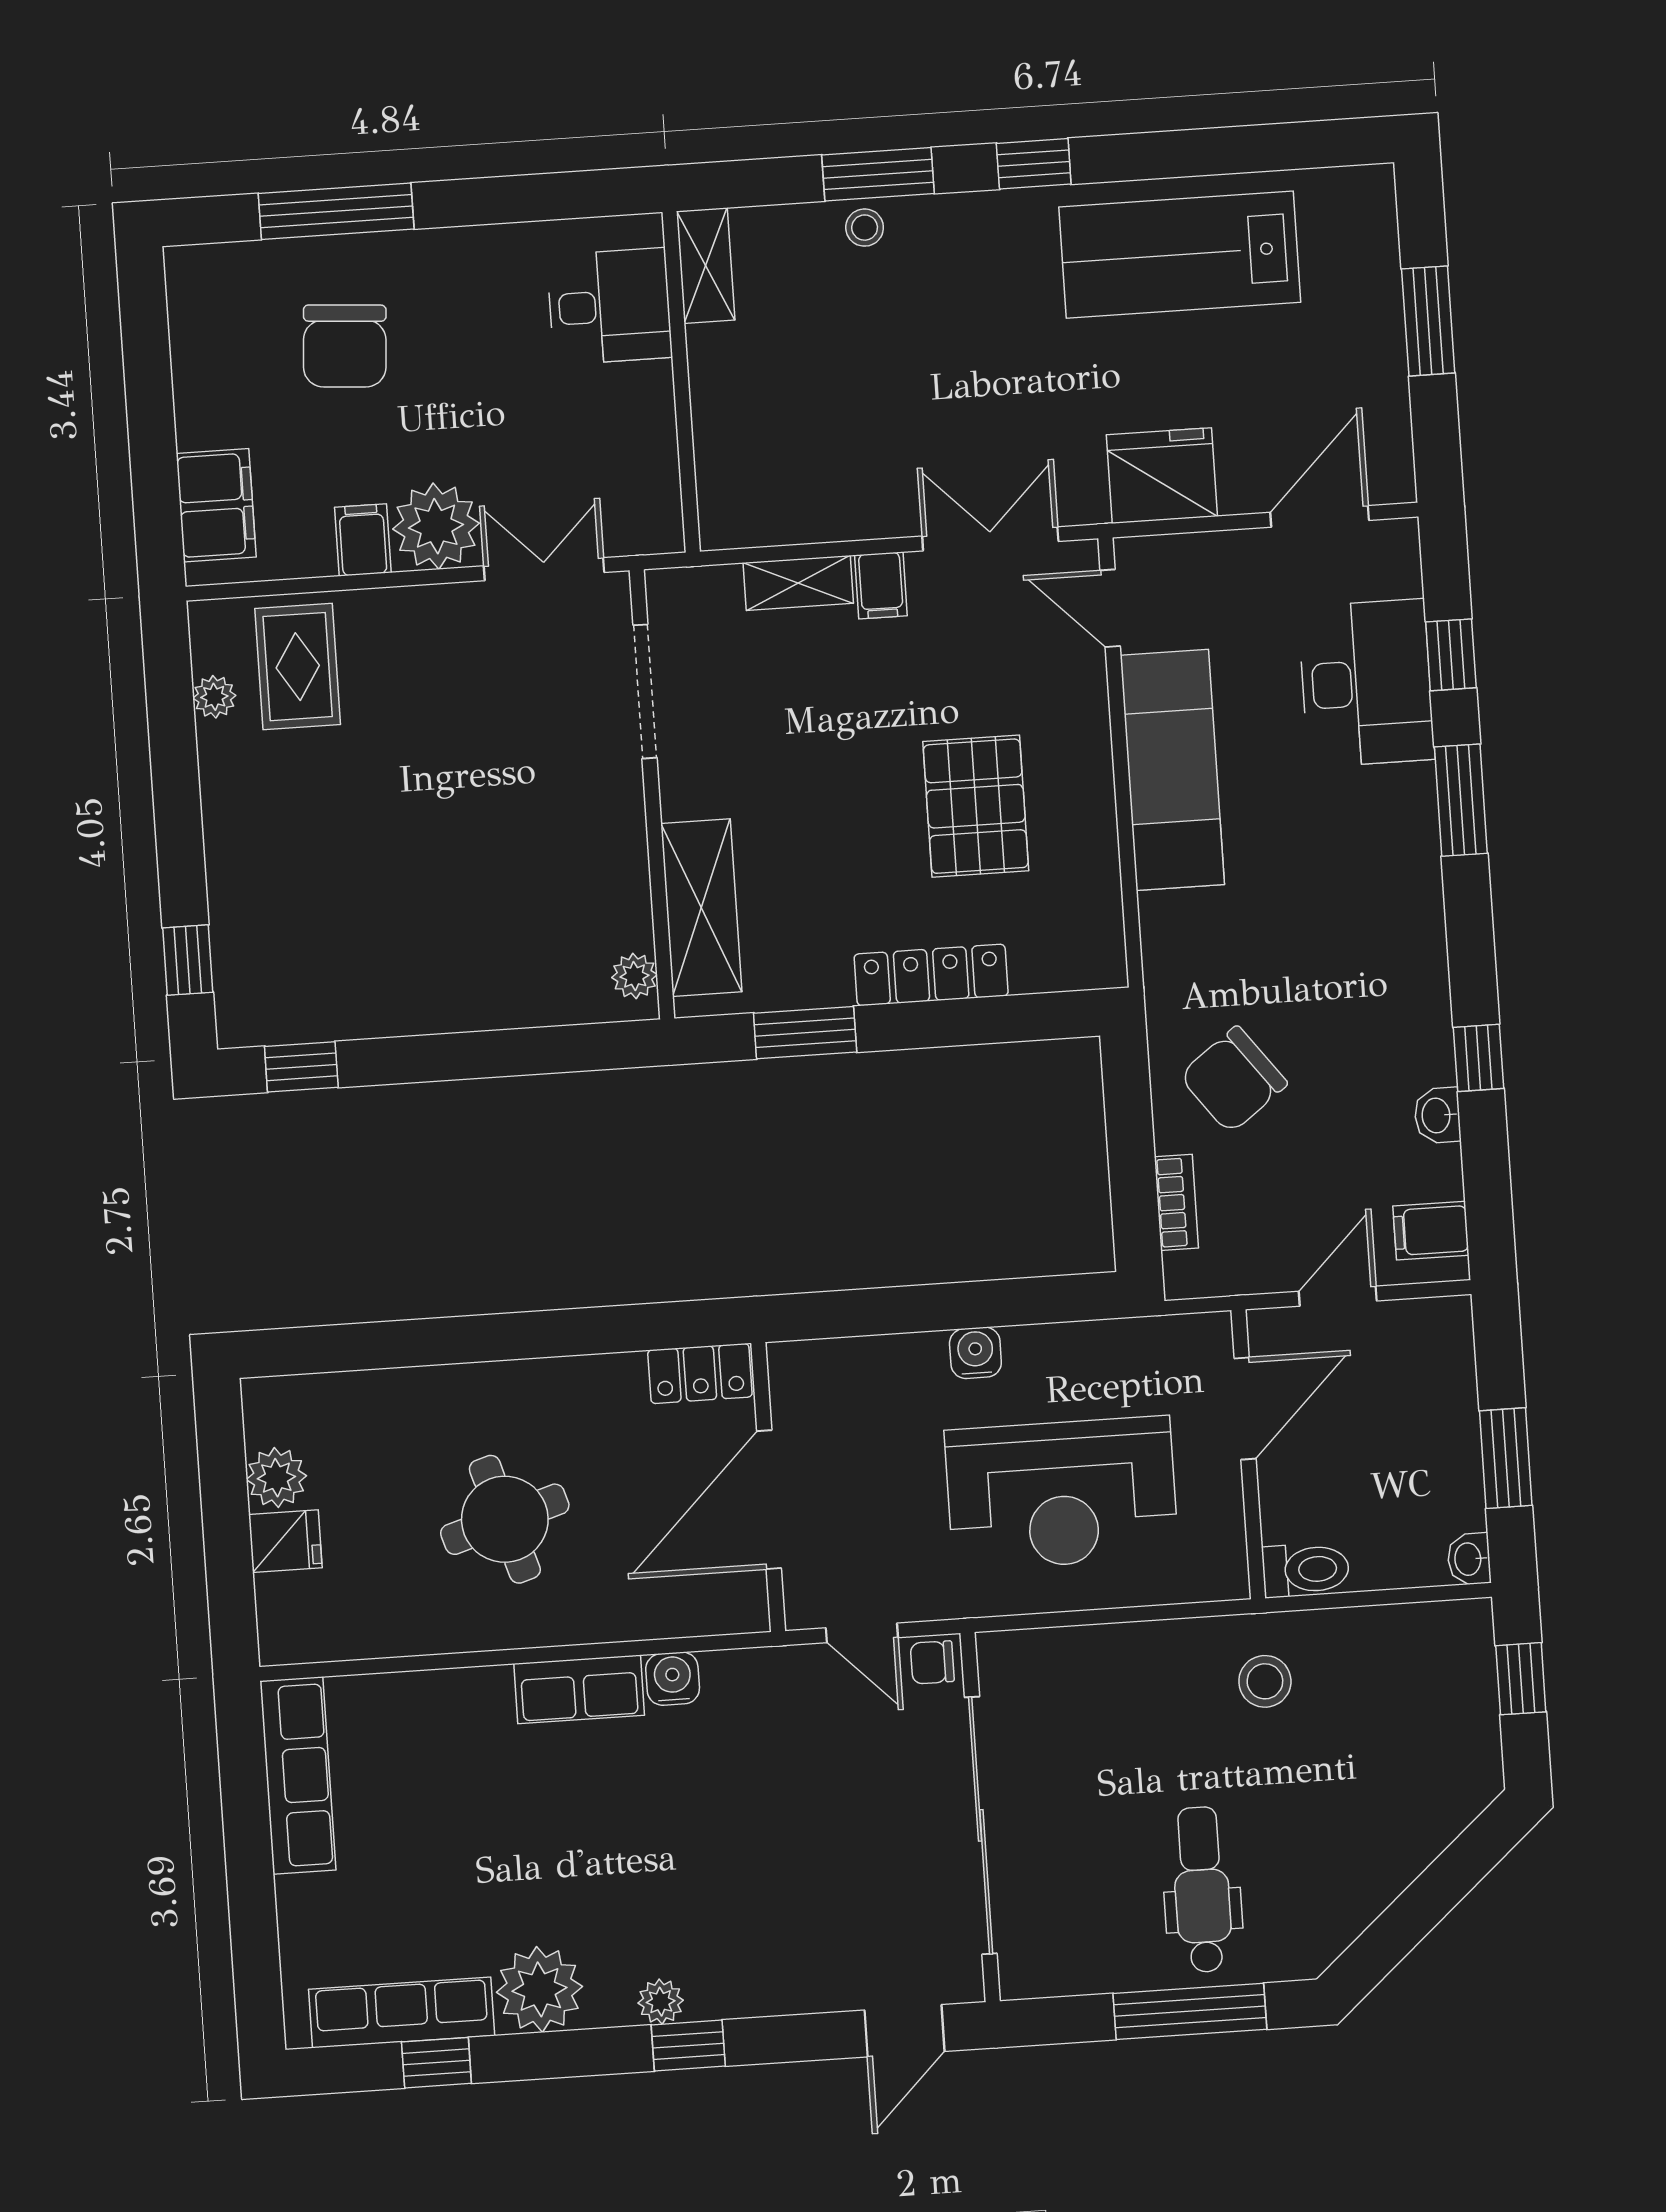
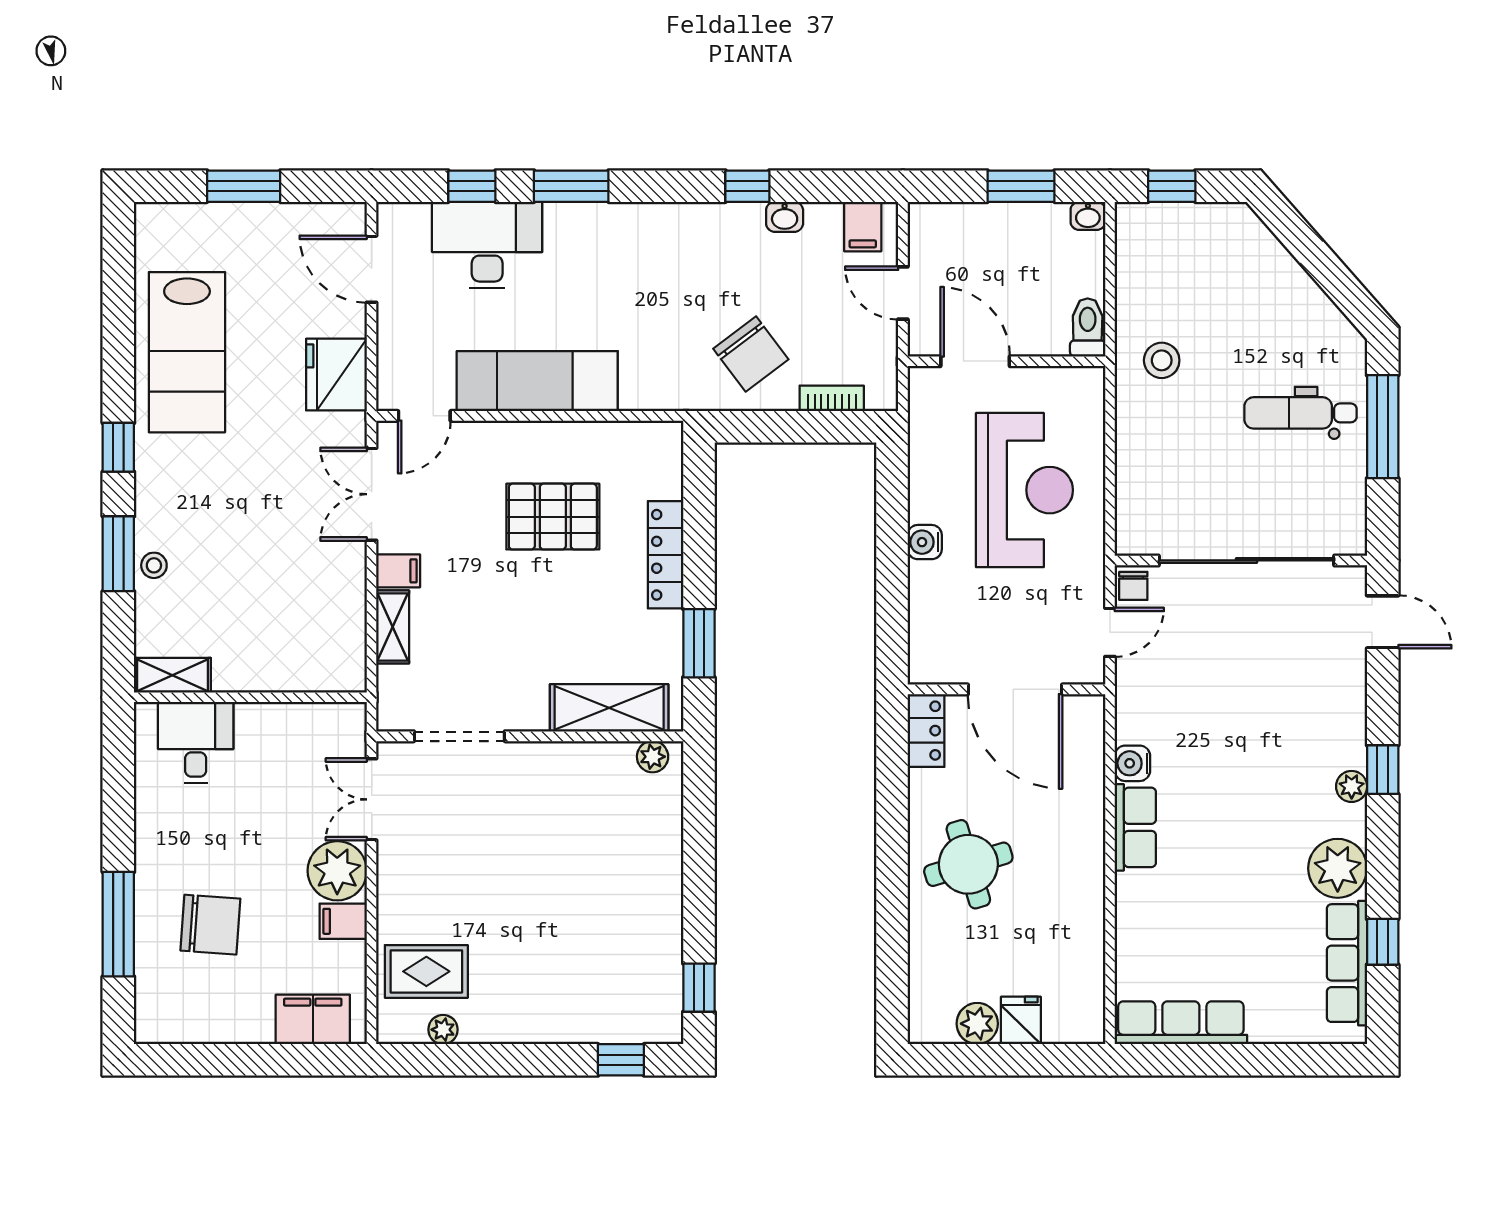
round table: (505, 1519) -> (968, 864), moved

